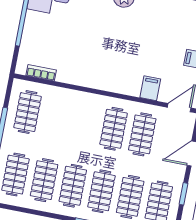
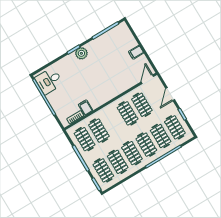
filing cabinet: (150, 88) -> (85, 107), moved
clothes rail: (56, 118) -> (99, 131), added

